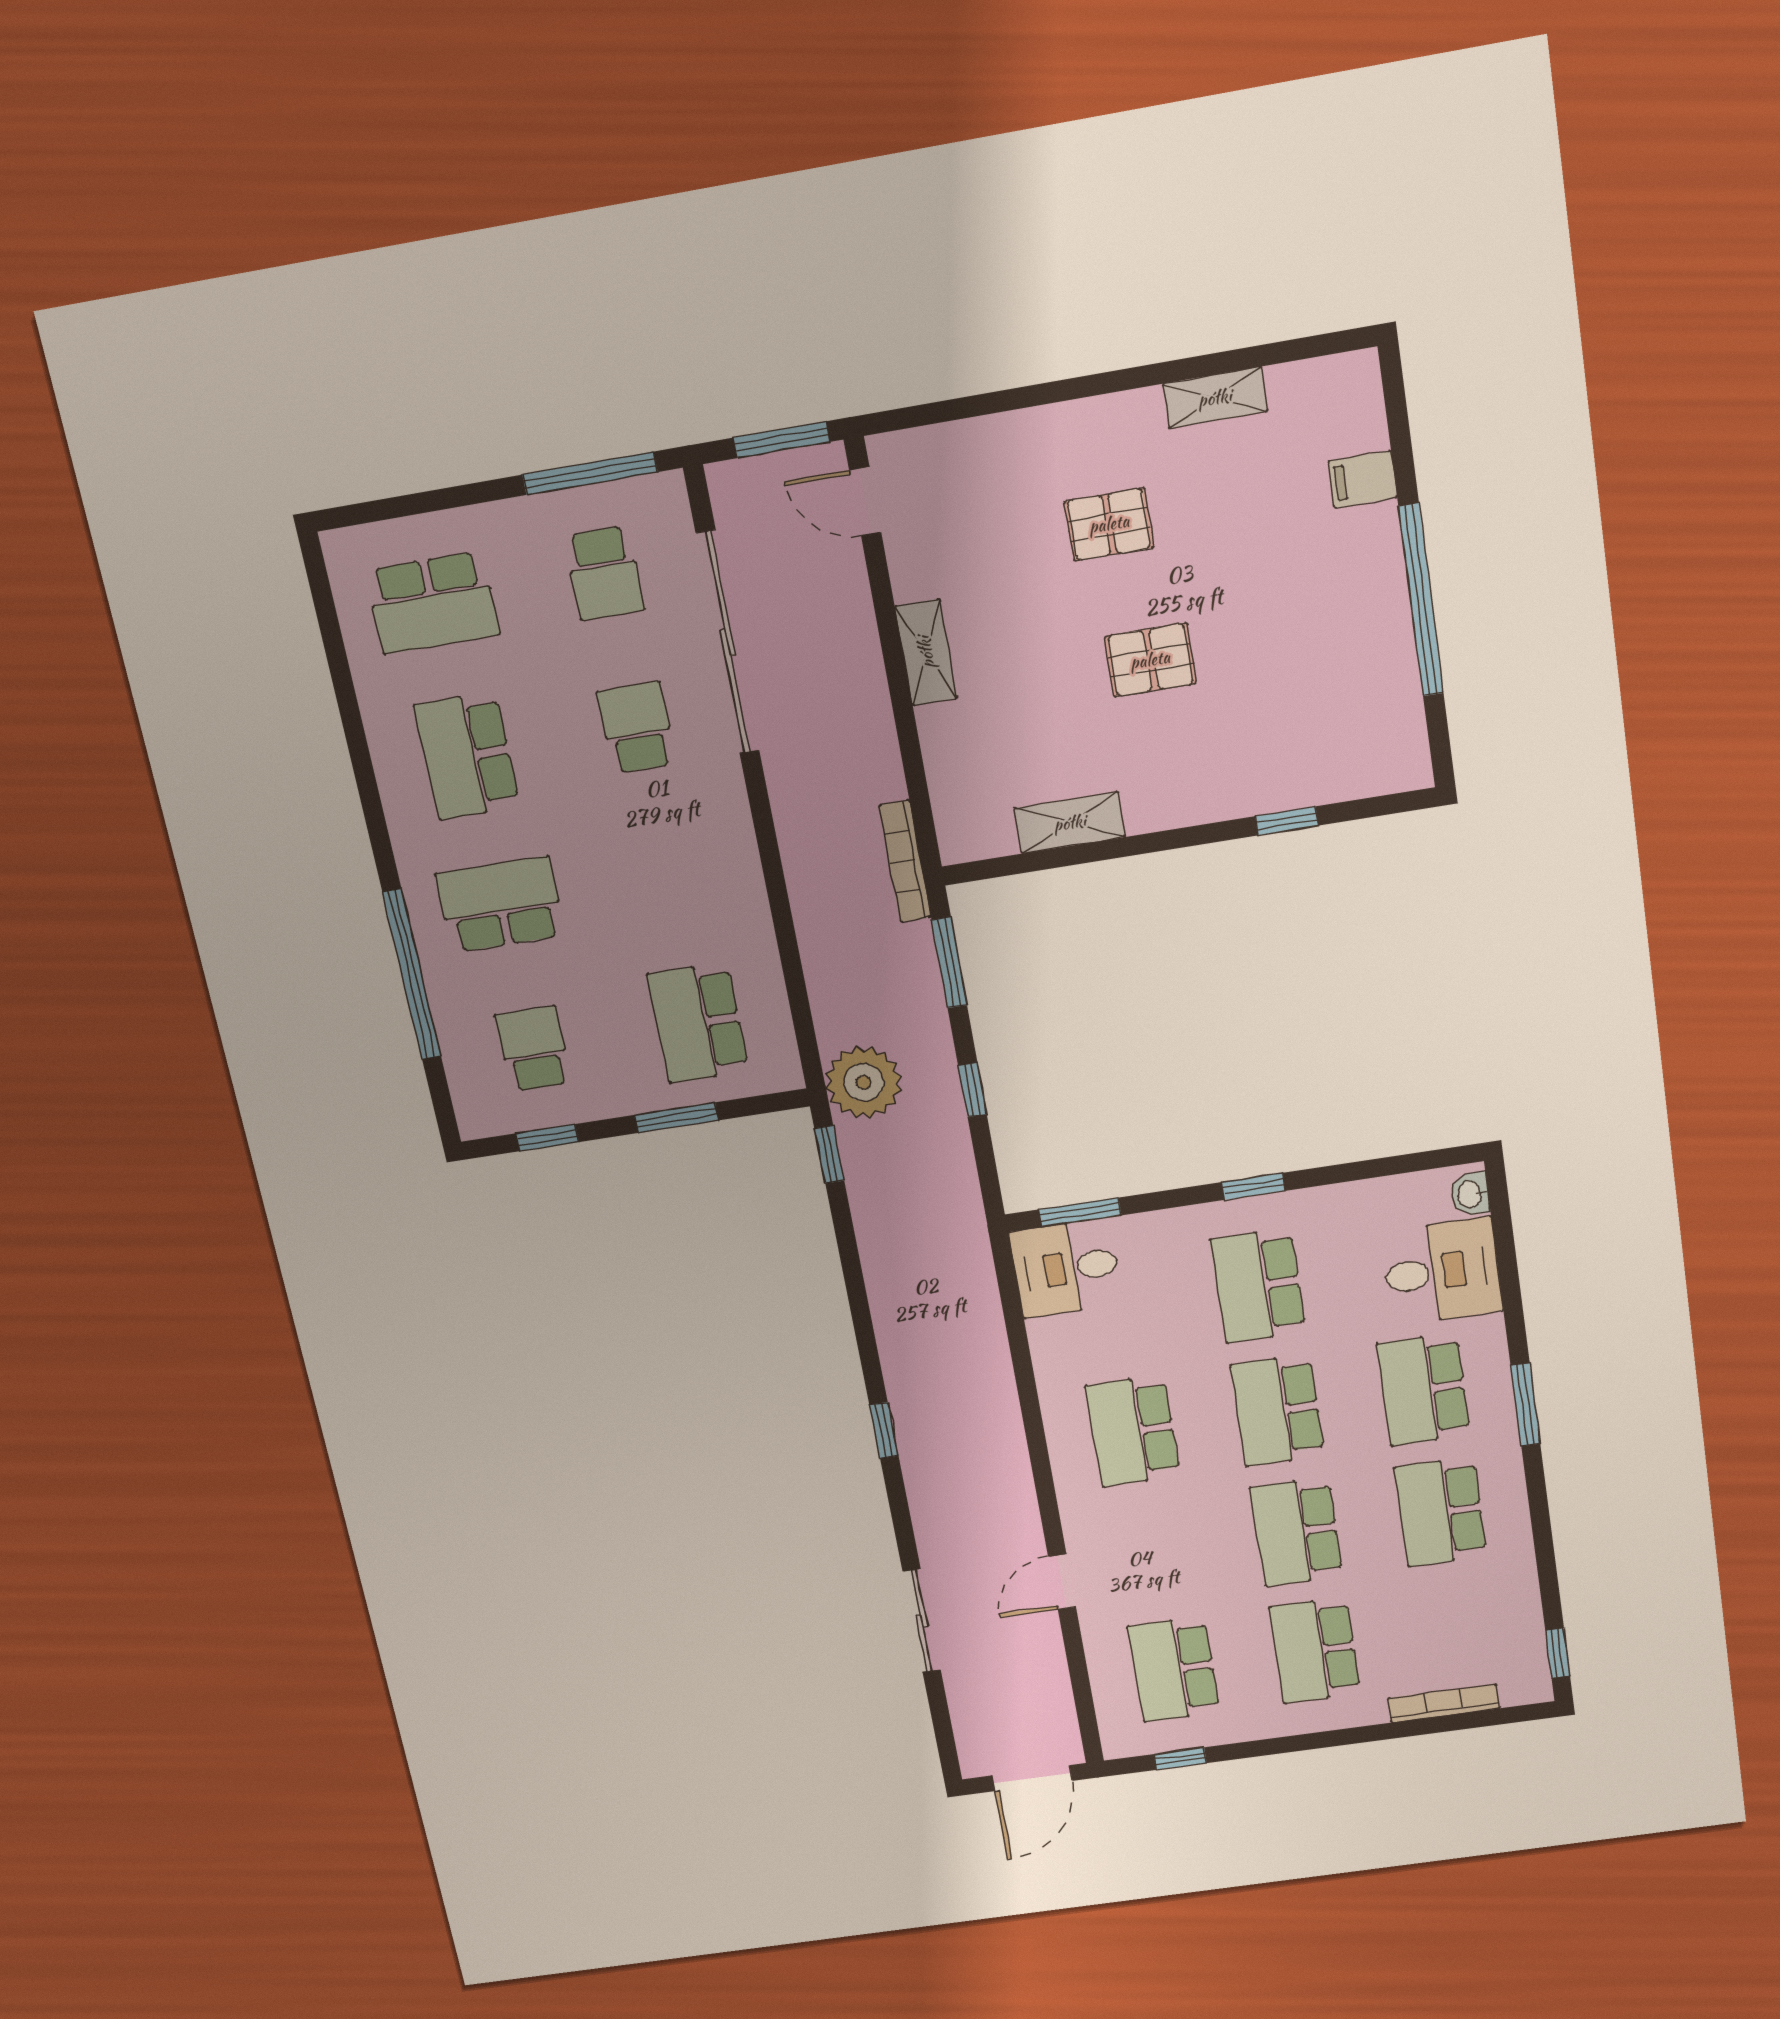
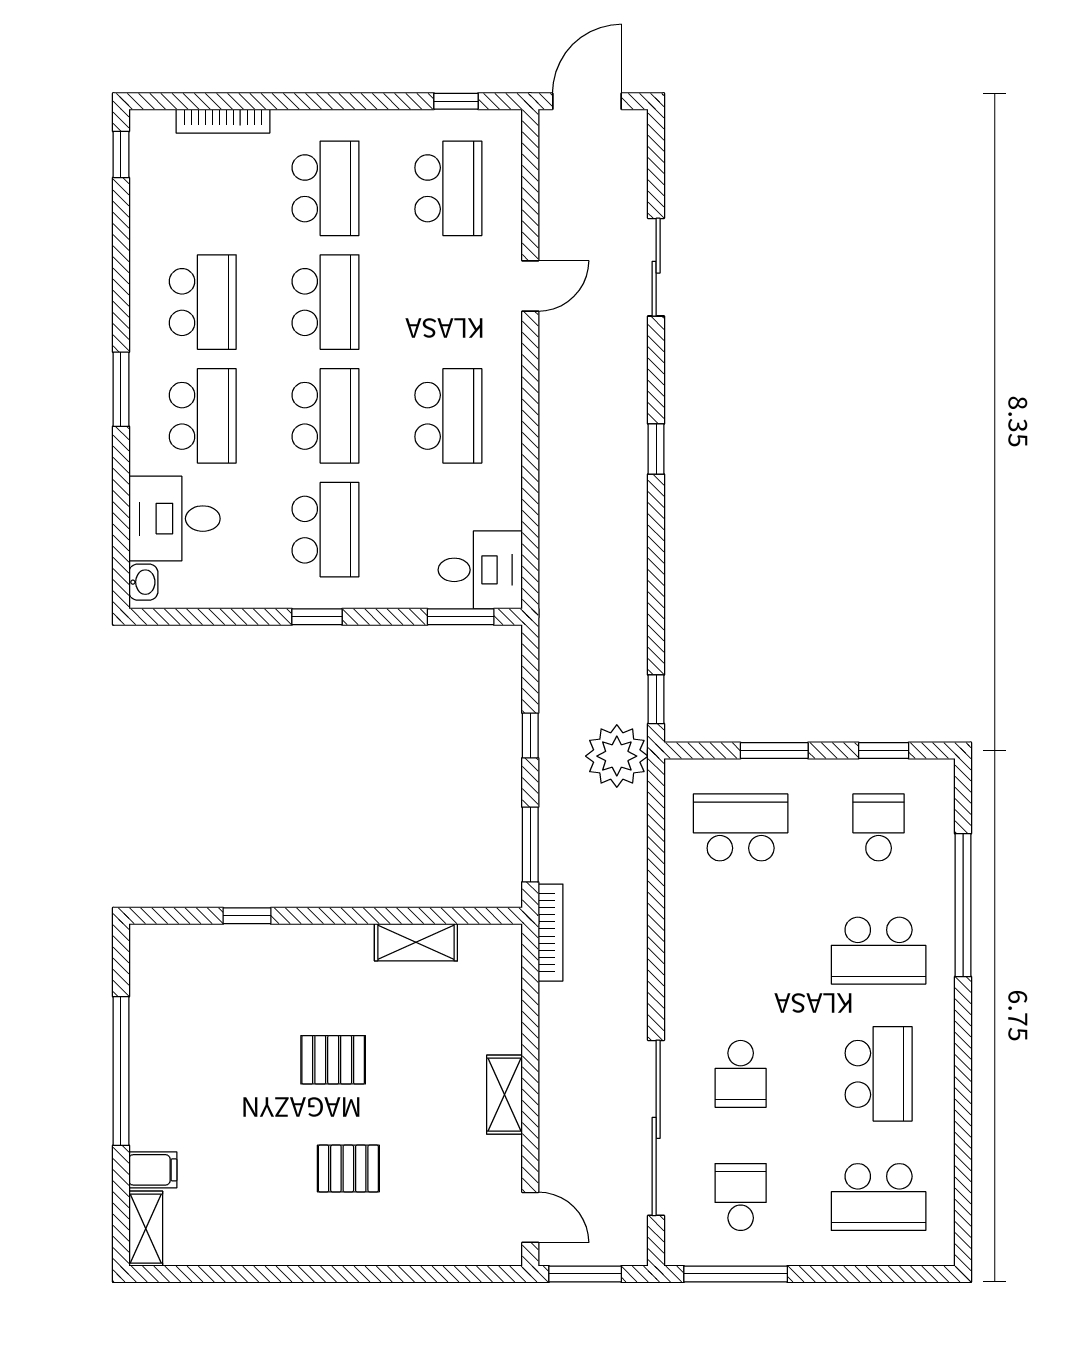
shelving: (1215, 398) -> (146, 1229), moved, turned 90
school desk: (432, 603) -> (879, 1197), turned 180
school desk: (698, 1023) -> (741, 827), turned -90
school desk: (533, 1049) -> (879, 827), turned 180

